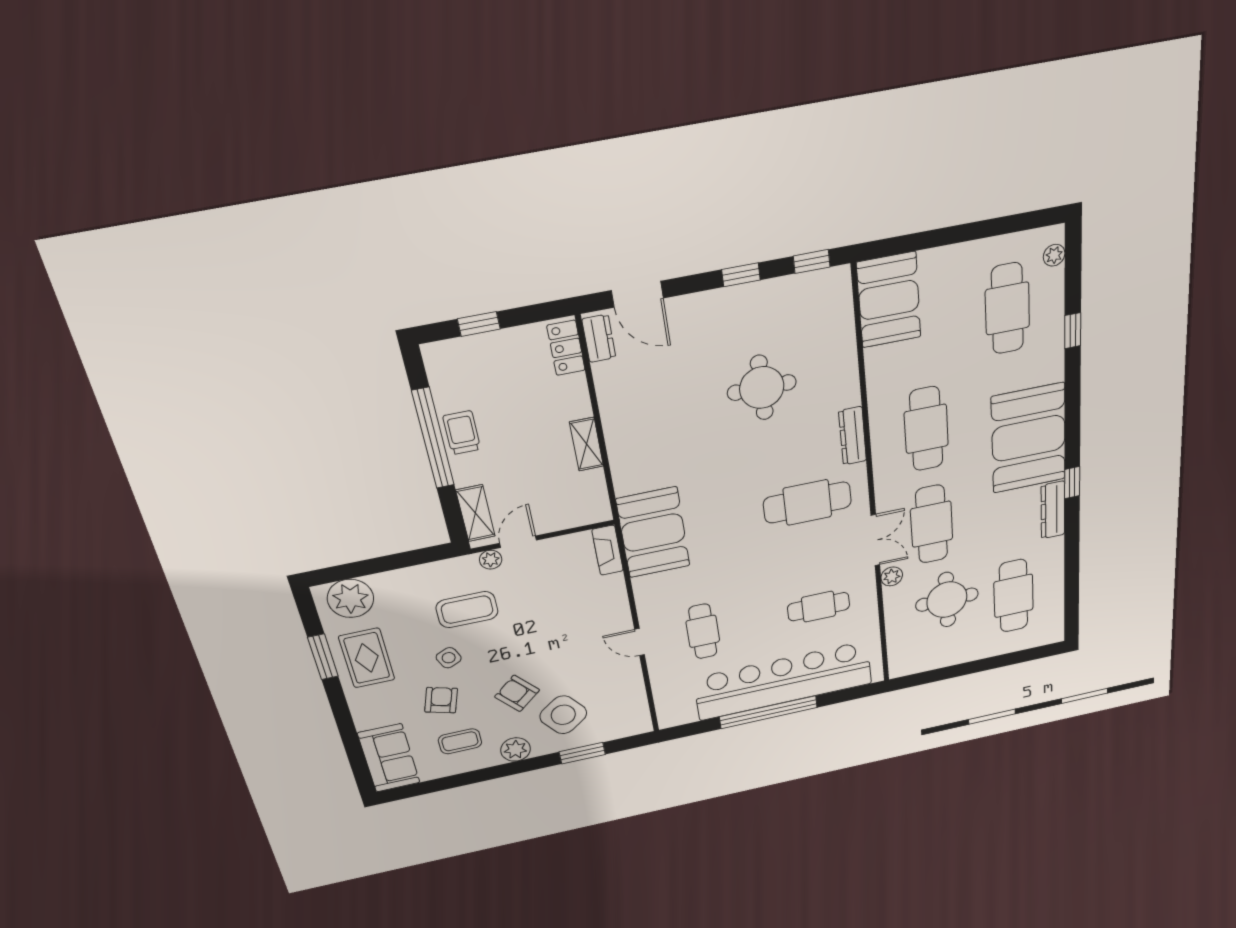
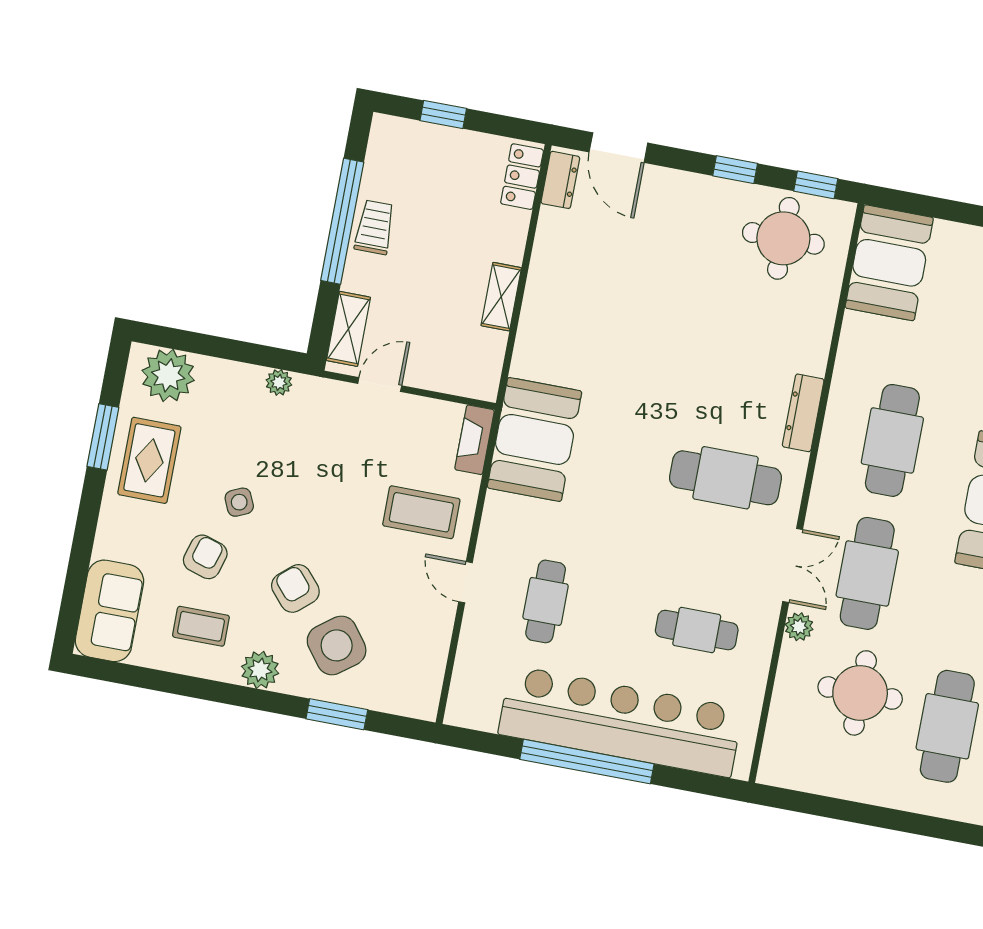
round table: (762, 388) -> (783, 238), moved
plant: (491, 560) -> (279, 382), moved
coffee table: (467, 610) -> (421, 512), moved

